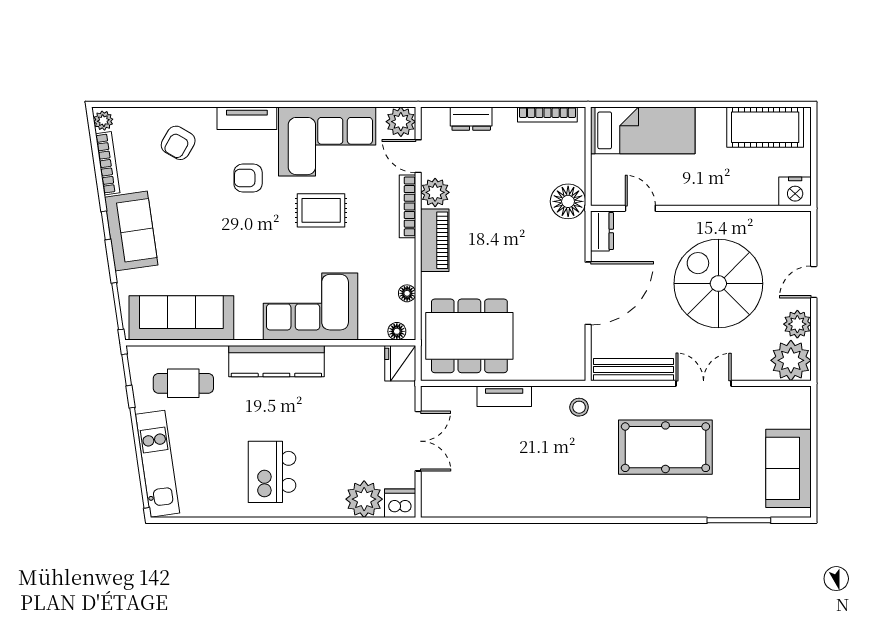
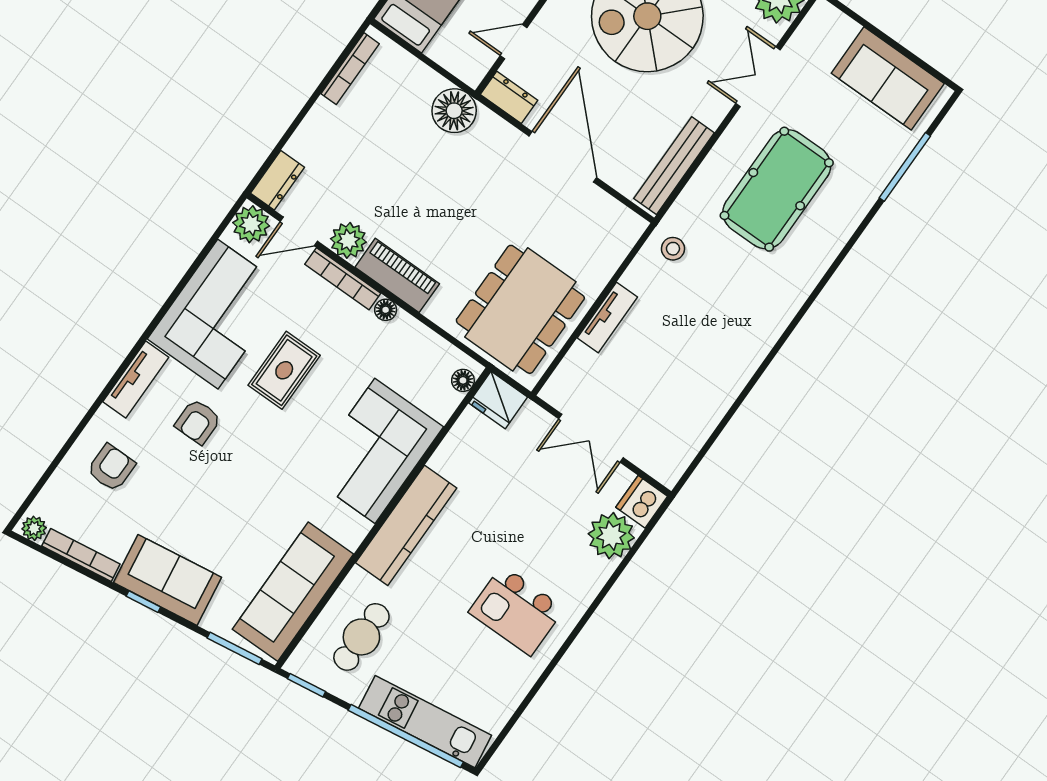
dresser: (471, 119) -> (277, 180), moved
armchair: (178, 143) -> (111, 468), turned -120
floor lamp: (407, 293) -> (386, 310), moved
double door: (704, 383) -> (758, 77), moved
double door: (418, 441) -> (591, 438), swing flipped

